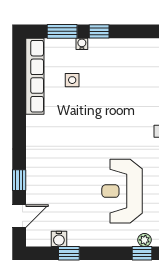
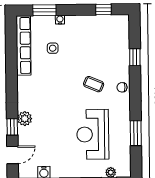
window: (99, 31) -> (103, 9), moved
coffee table: (124, 127) -> (94, 84), added
plant: (35, 170) -> (25, 119), added

